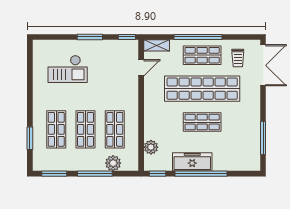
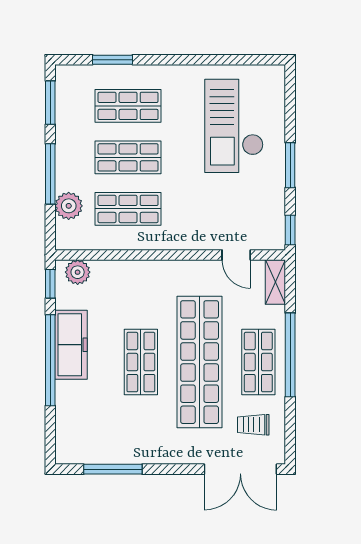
checkout: (68, 69) -> (234, 126), width x1.36, depth x1.21
plant: (151, 147) -> (78, 272), moved

